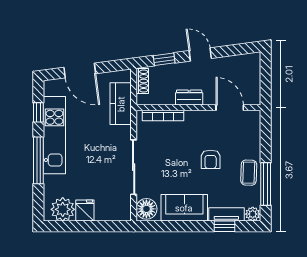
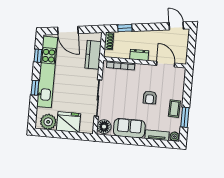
door: (200, 55) -> (176, 26), moved
kitchen unit: (54, 135) -> (47, 72), width x1.36
window: (38, 160) -> (35, 88), width x0.46
window: (266, 184) -> (185, 117), width x0.69
fridge: (85, 211) -> (68, 122), width x1.88, depth x1.34
window: (224, 226) -> (155, 143), removed

